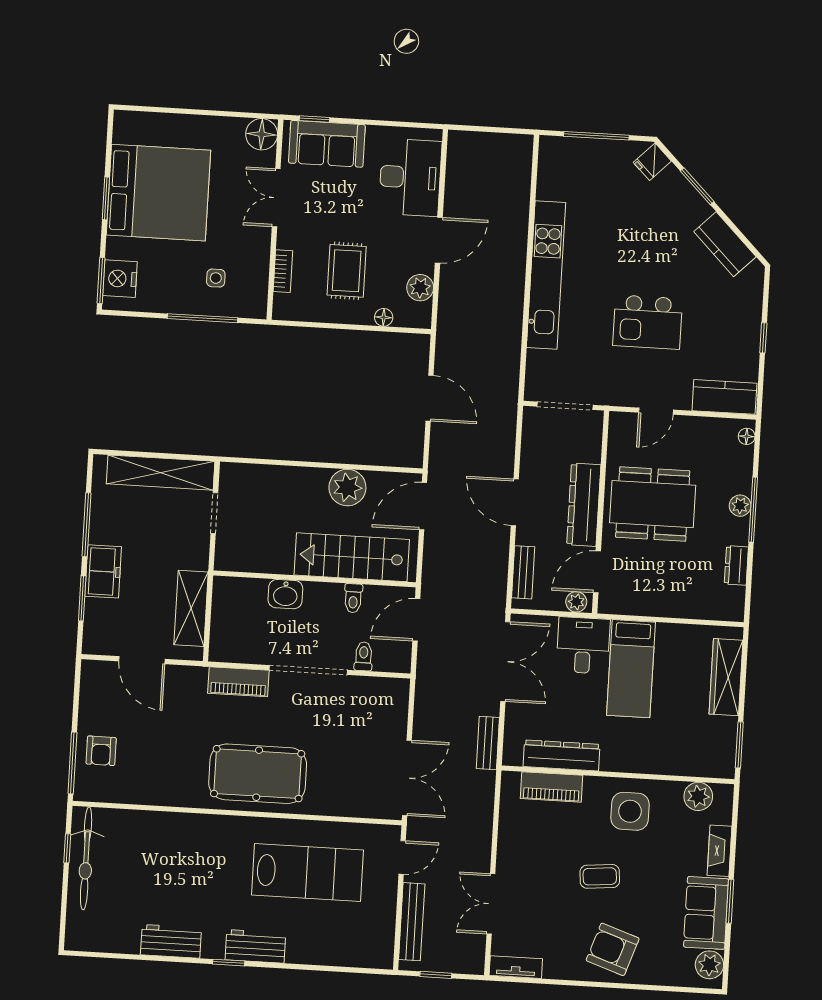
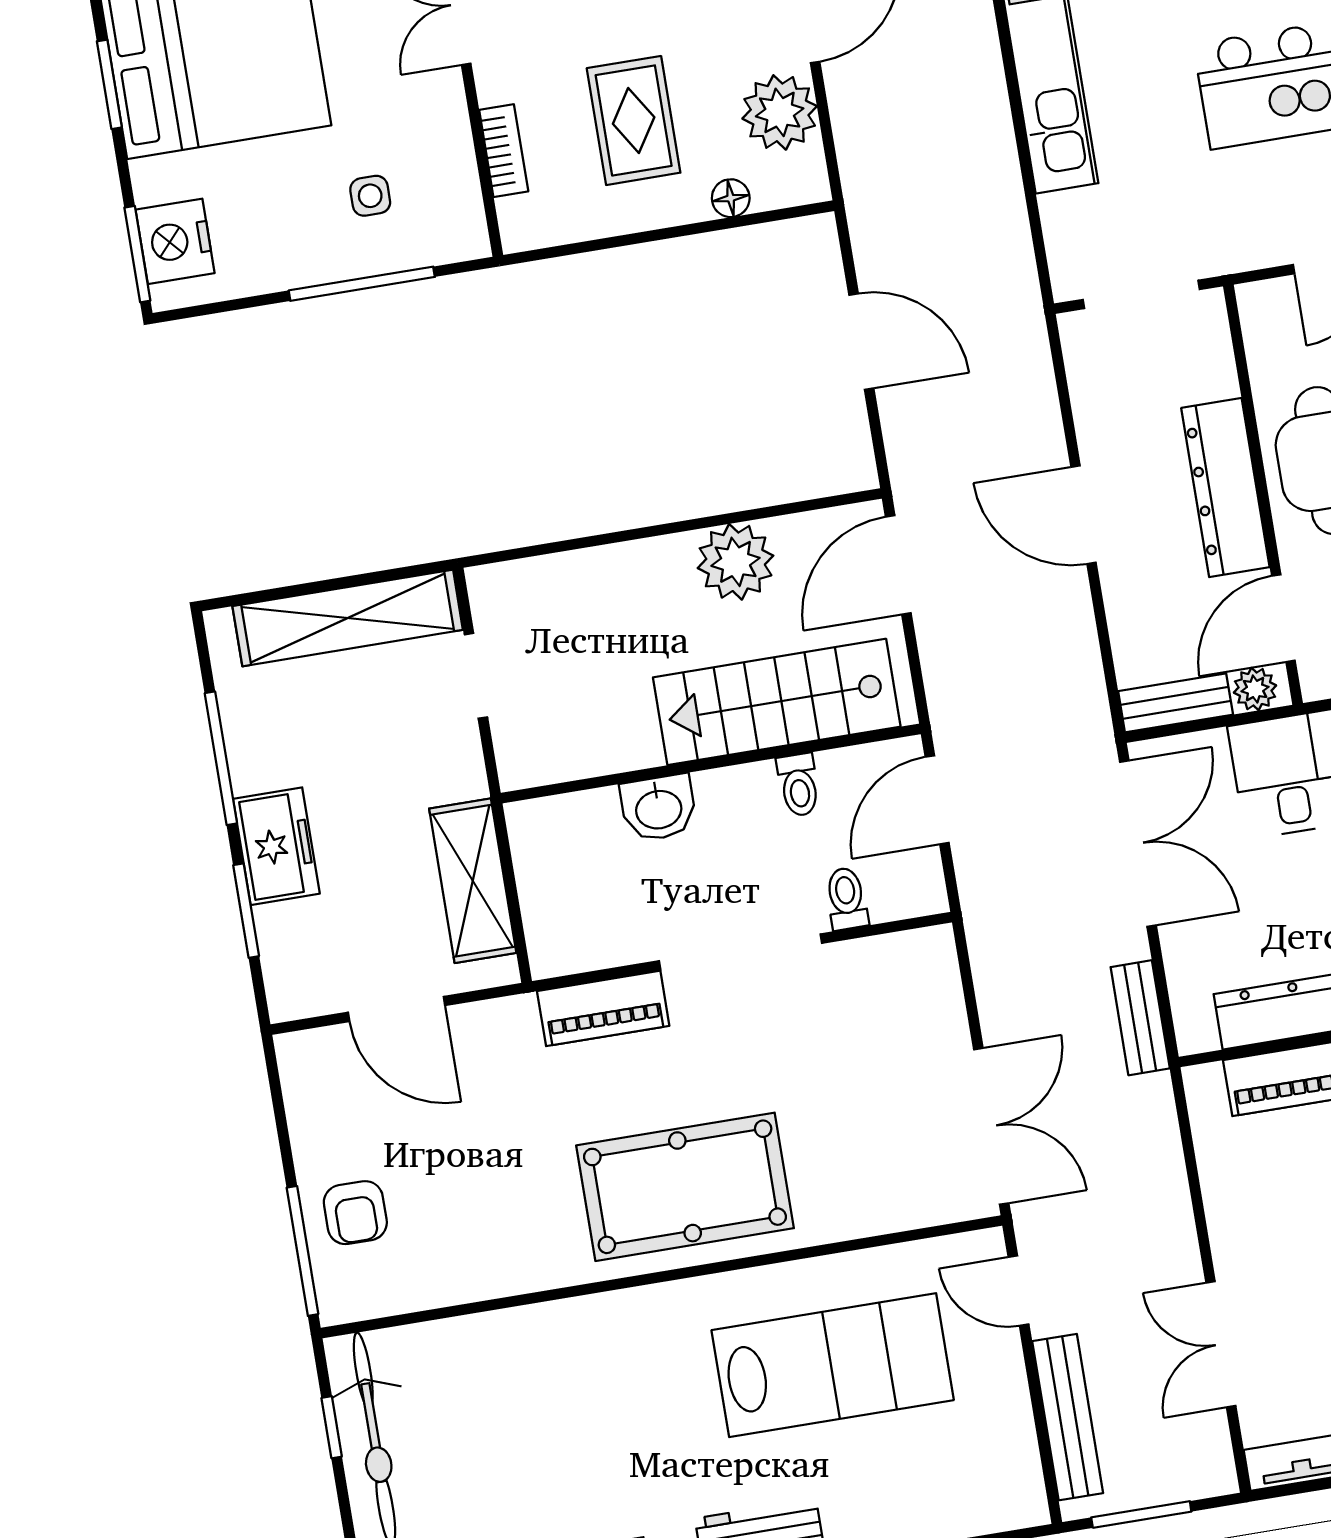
plant: (420, 288) -> (780, 112), width x1.36, depth x1.36
bench: (523, 572) -> (1176, 703), moved, turned 90
door: (402, 857) -> (1018, 1291), swing flipped
window: (436, 975) -> (1141, 1514), width x1.50

